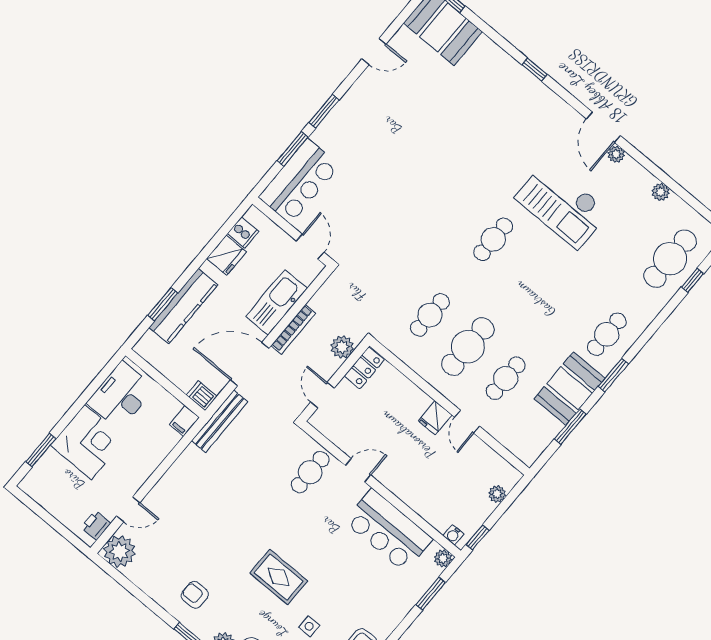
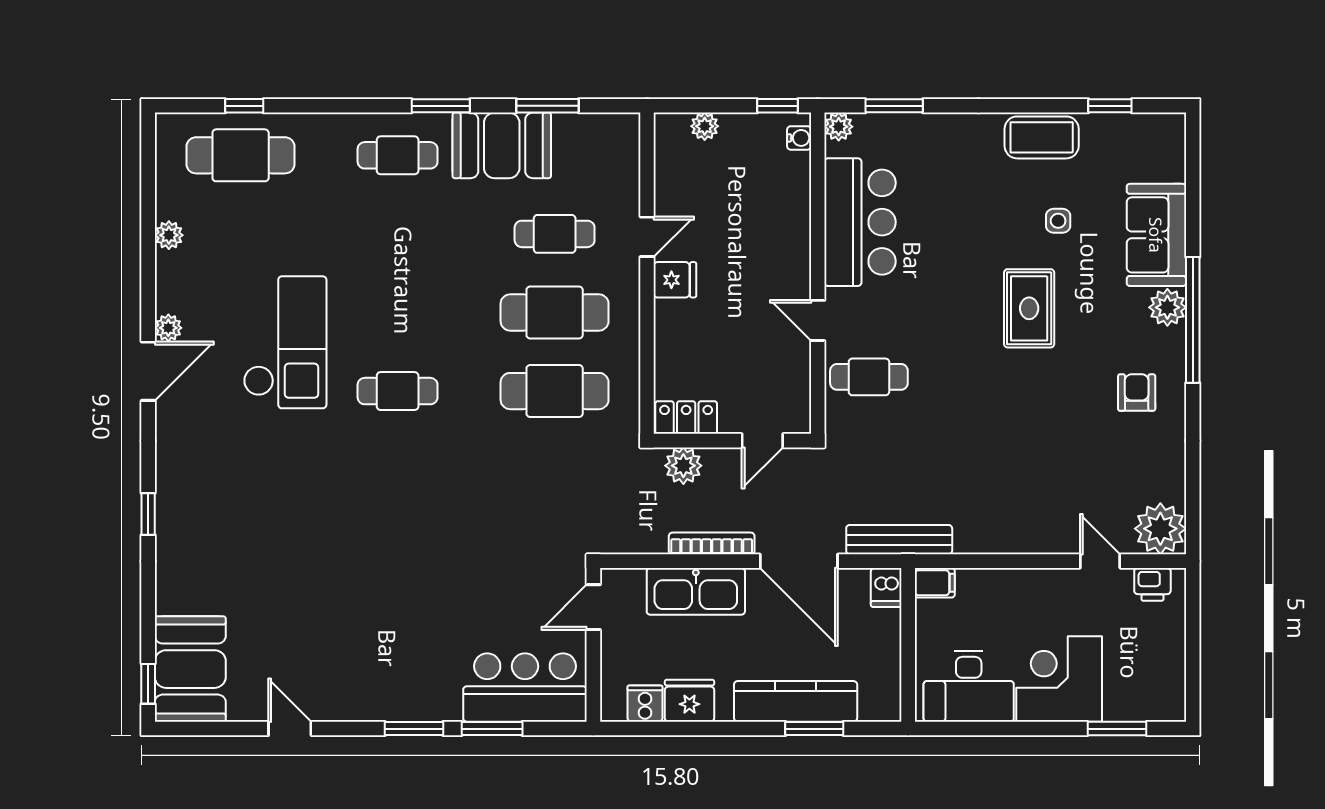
cafe table: (430, 315) -> (555, 391), width x1.37, depth x1.35
armchair: (195, 595) -> (1137, 393), turned 180

